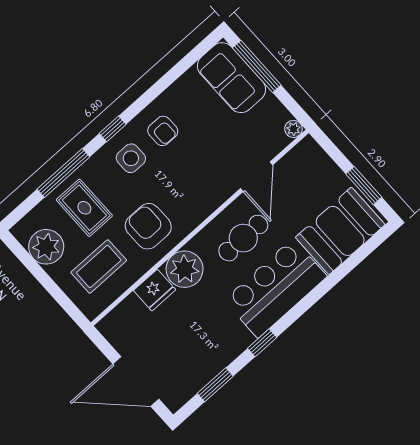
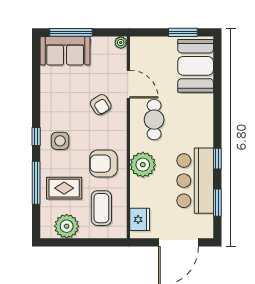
armchair: (163, 131) -> (101, 105), moved, turned 58
bar counter: (275, 288) -> (195, 181), moved
fridge: (155, 290) -> (140, 219), moved

